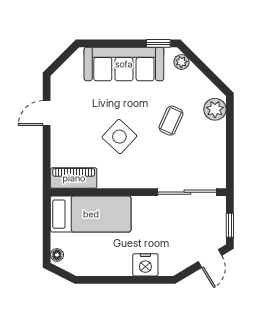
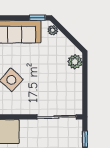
coffee table: (171, 121) -> (46, 69), removed

